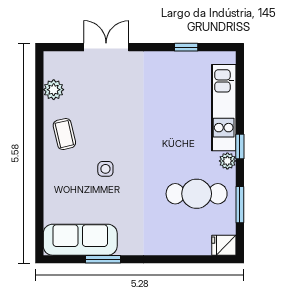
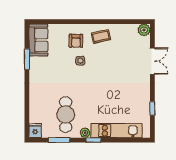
plant: (54, 90) -> (144, 30), moved
armchair: (72, 176) -> (76, 41), added
sofa: (80, 240) -> (38, 40), width x0.73

